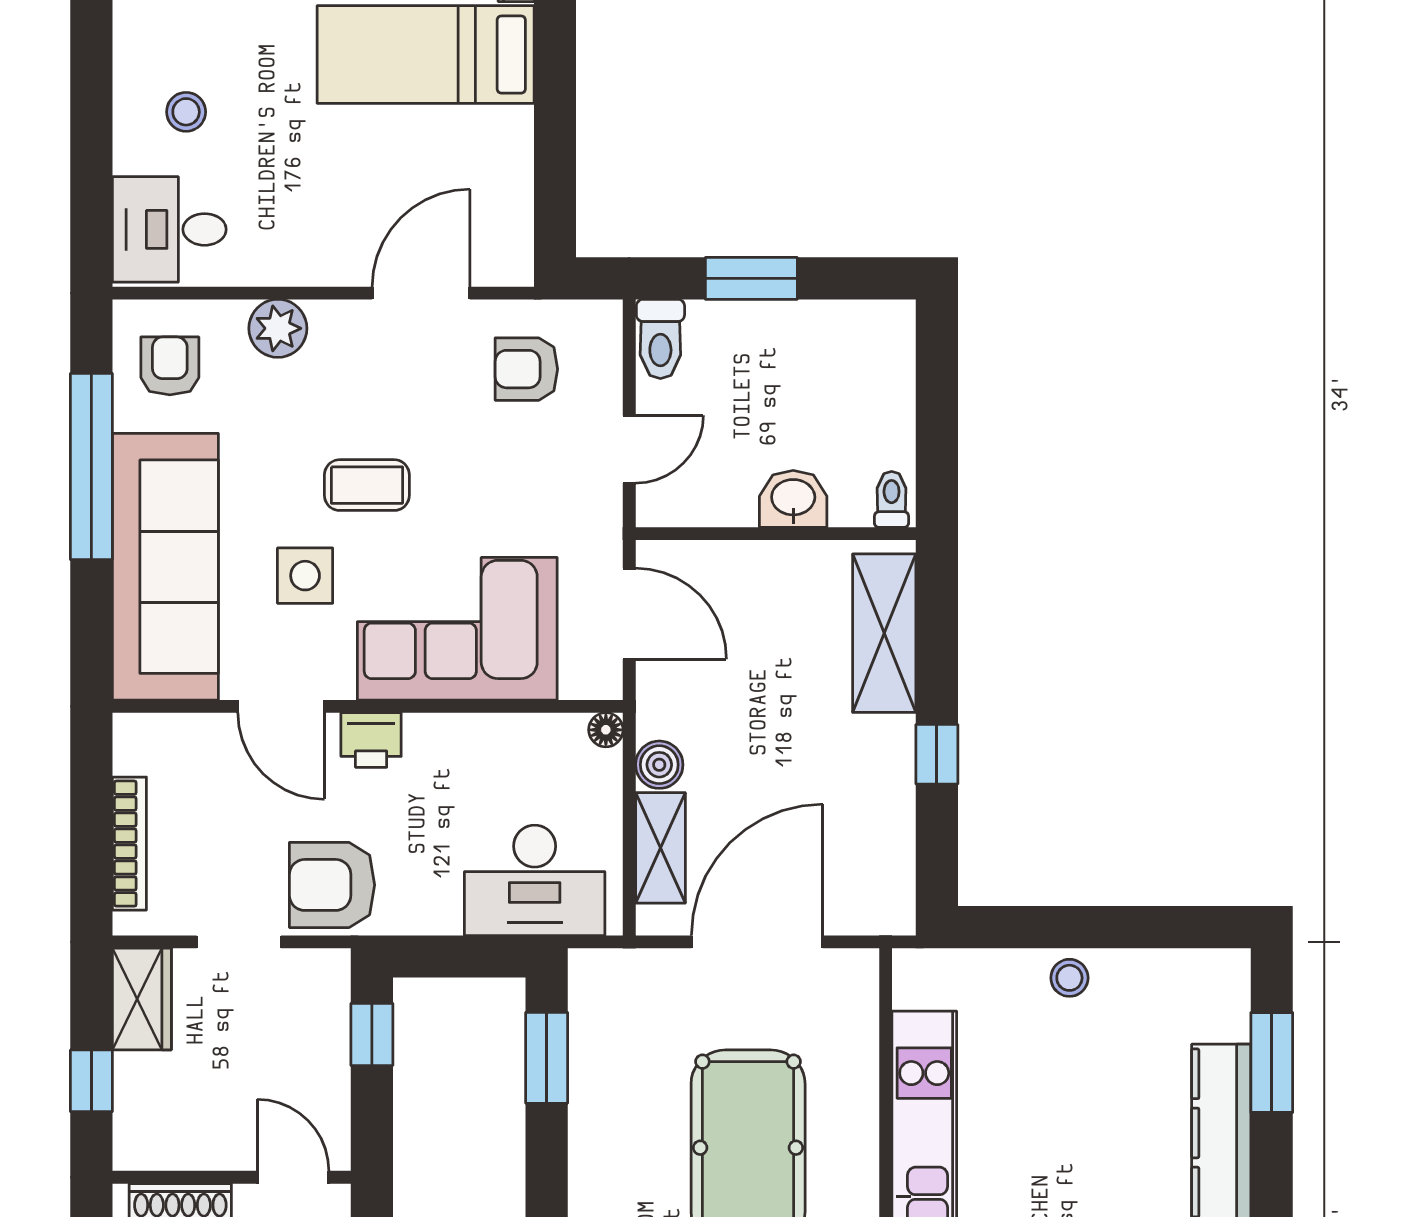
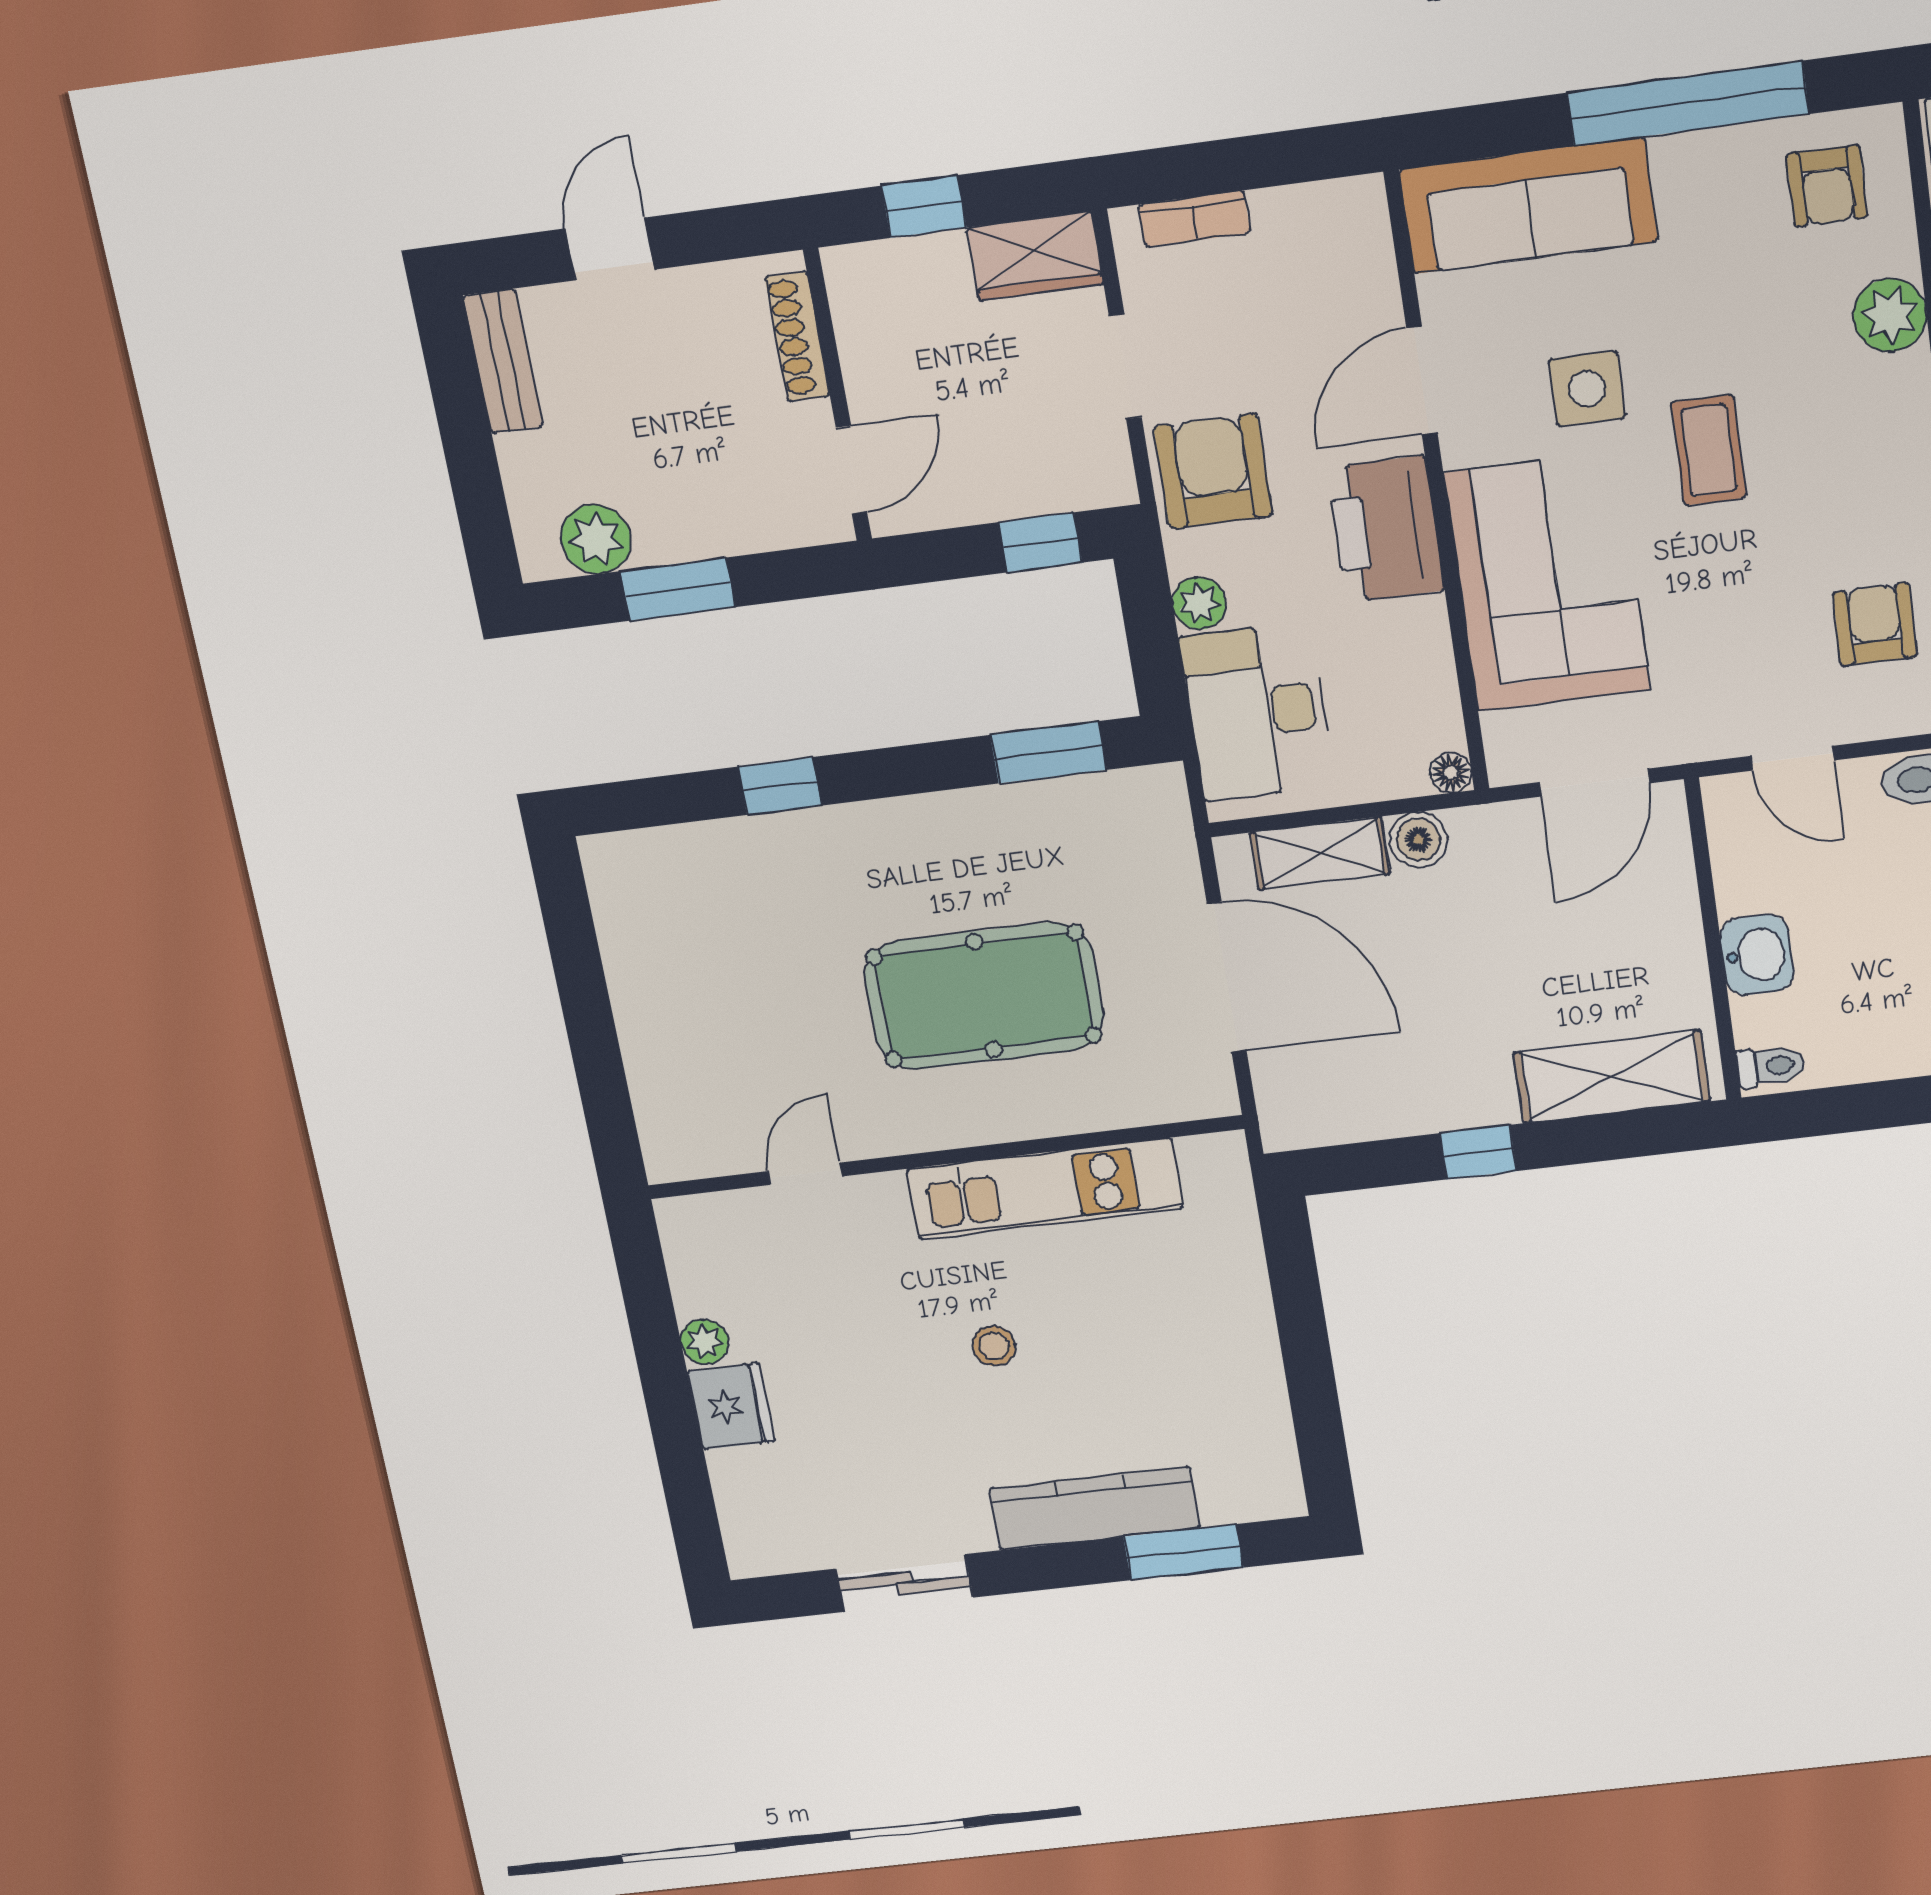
armchair: (170, 366) -> (1827, 186), turned 90
sofa: (165, 567) -> (1529, 206), width x0.74, depth x0.79
printer: (371, 740) -> (1386, 529), width x1.87, depth x1.48
bookcase: (129, 844) -> (1194, 219), width x0.64
plant: (438, 914) -> (1199, 603), added
stool: (1069, 978) -> (994, 1346), moved

